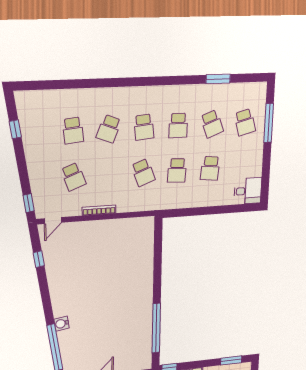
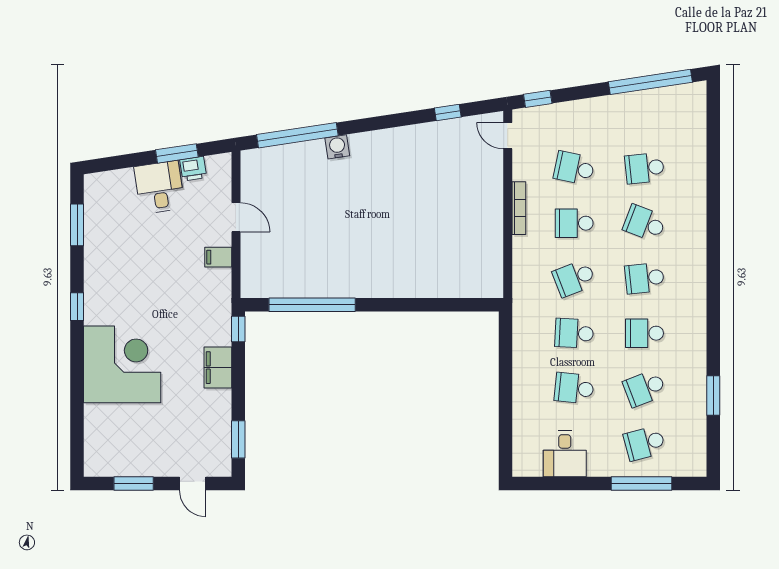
window: (15, 129) -> (650, 82), width x3.17
school desk: (109, 175) -> (574, 223), added
school desk: (73, 177) -> (574, 168), turned 33
desk: (248, 191) -> (565, 454), moved

